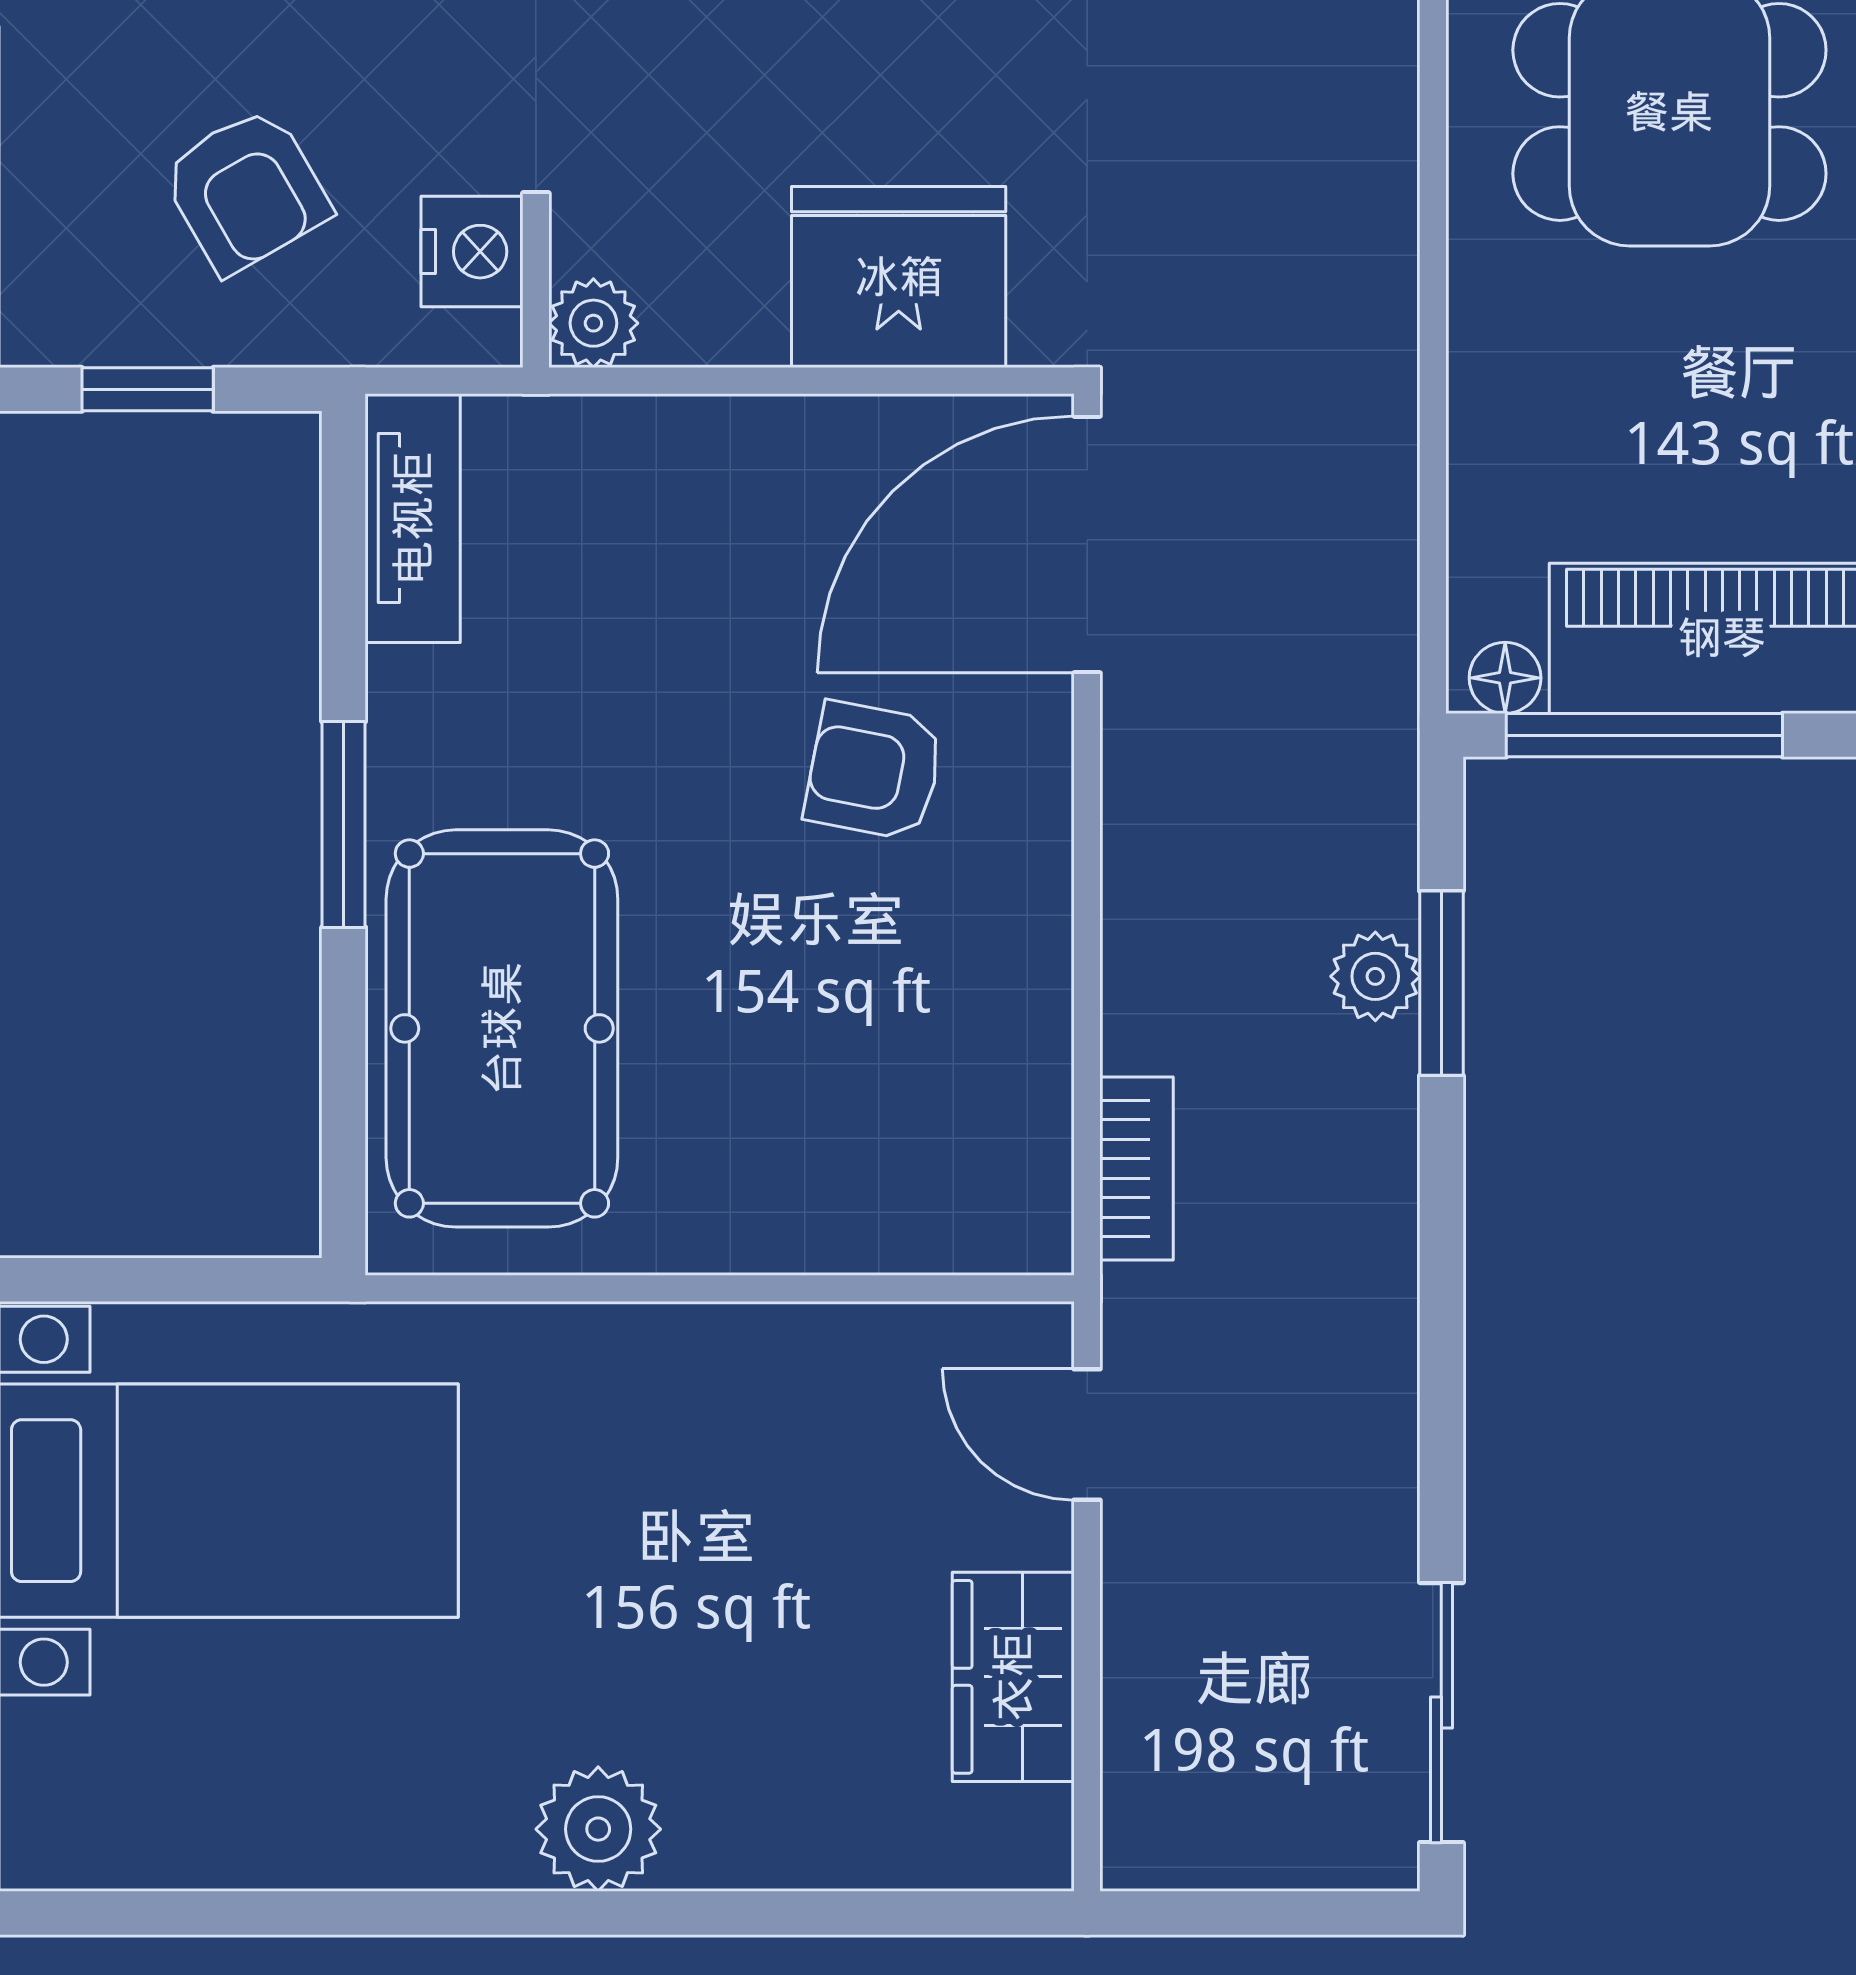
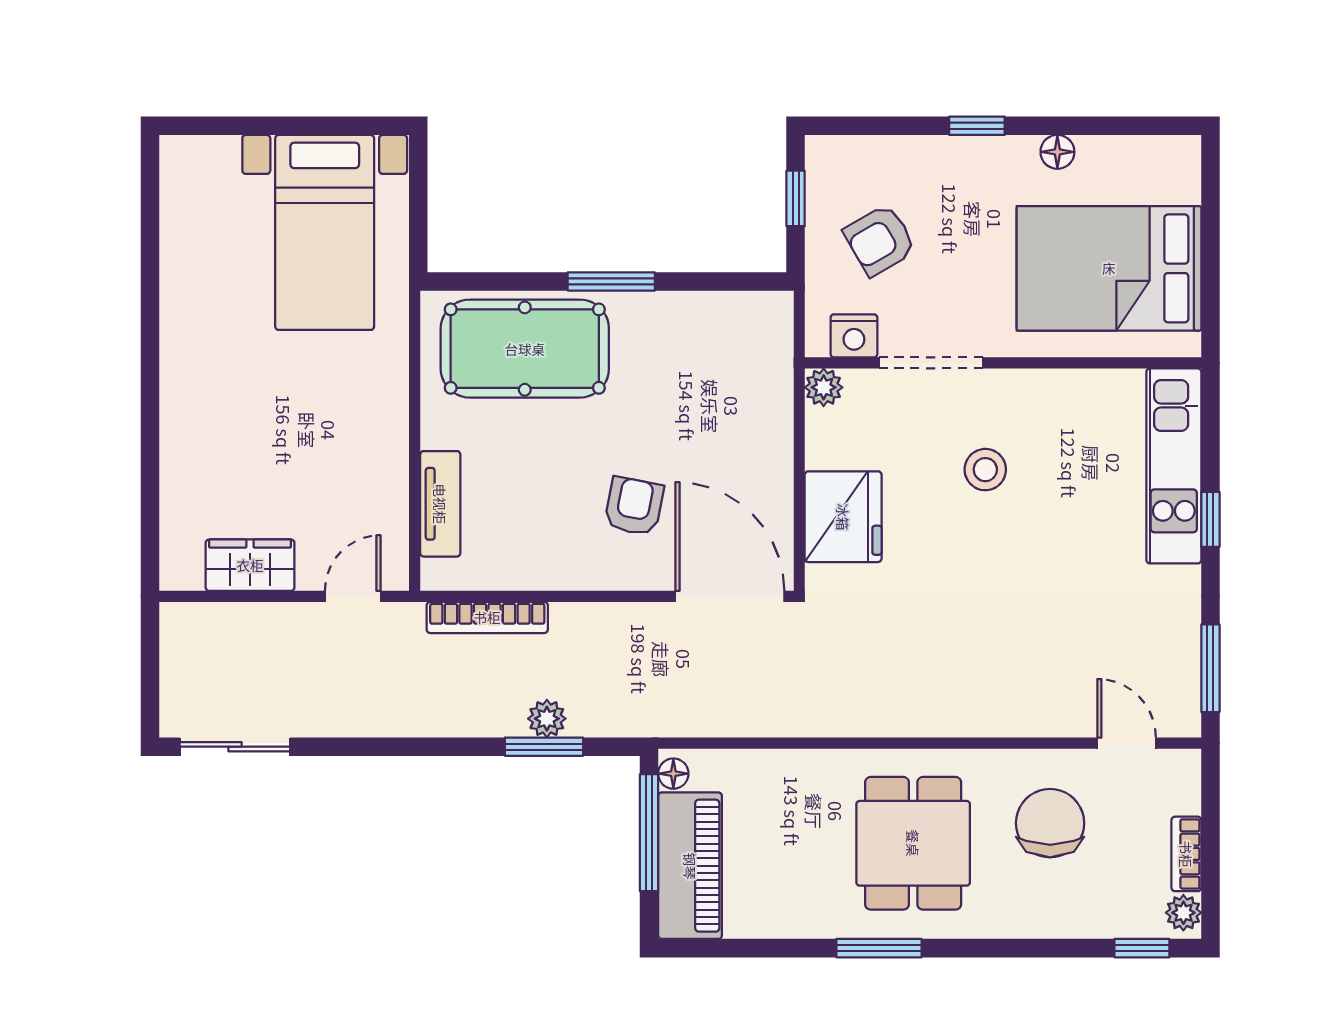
tv unit: (413, 518) -> (440, 504), moved, turned -90
bookcase: (1137, 1168) -> (487, 617), width x1.56
plant: (598, 1829) -> (186, 389), removed

